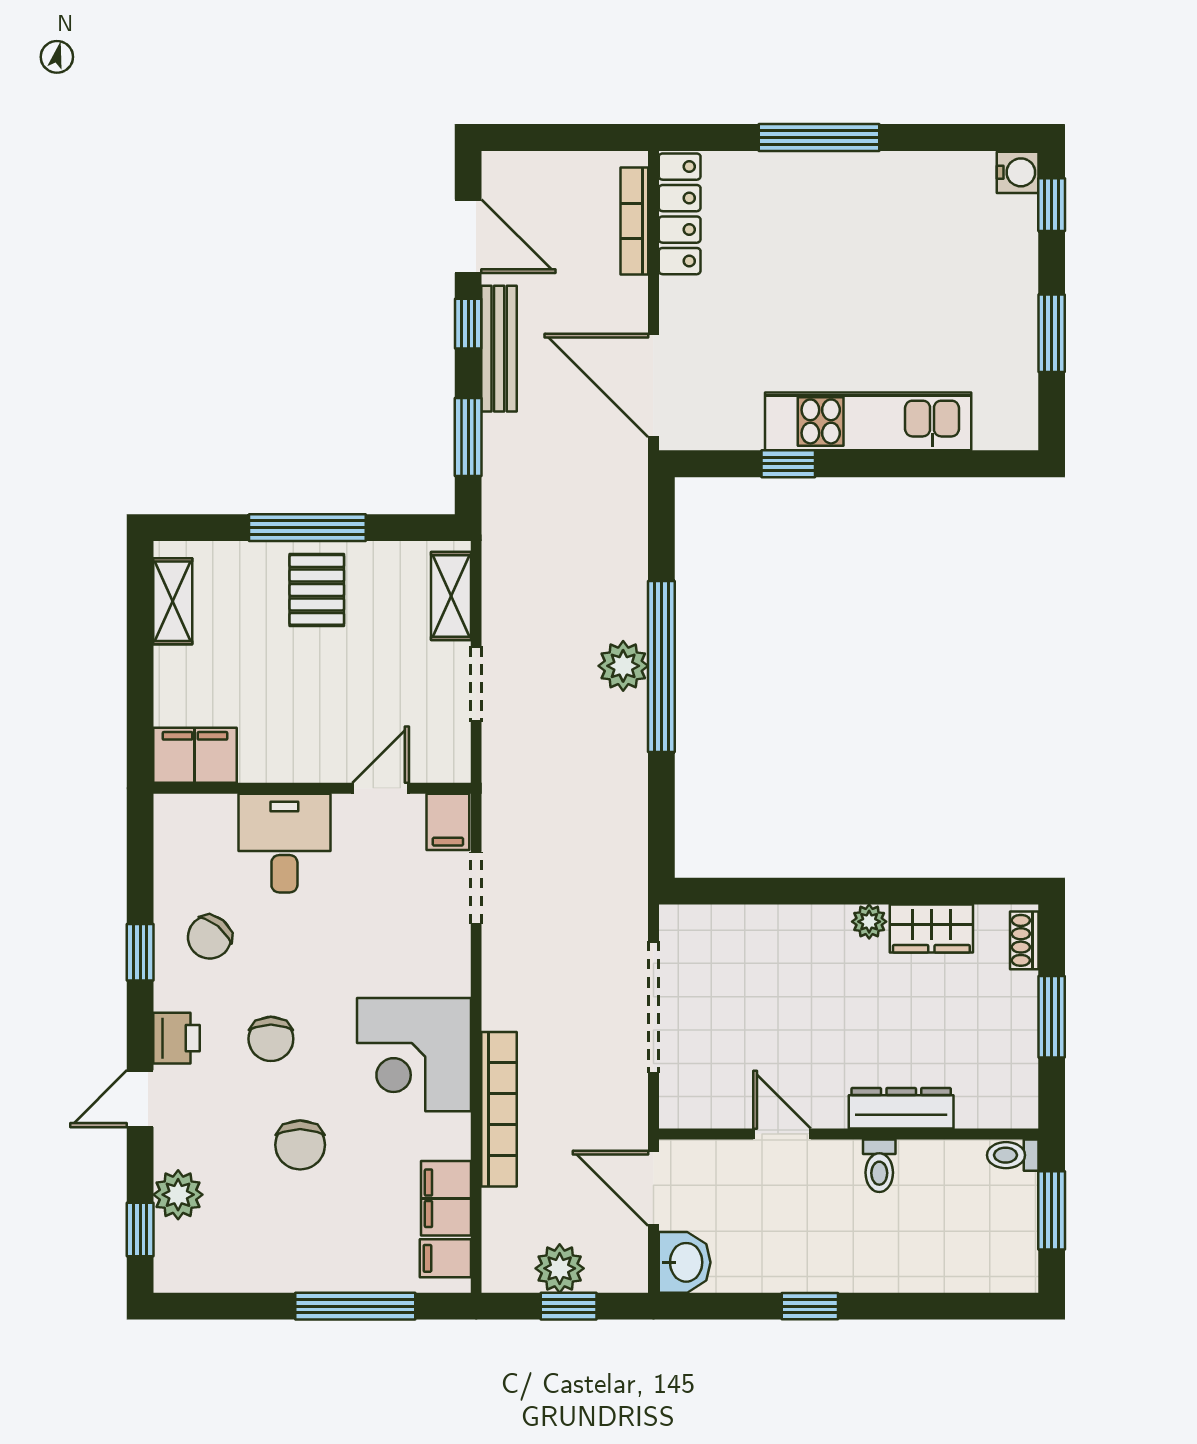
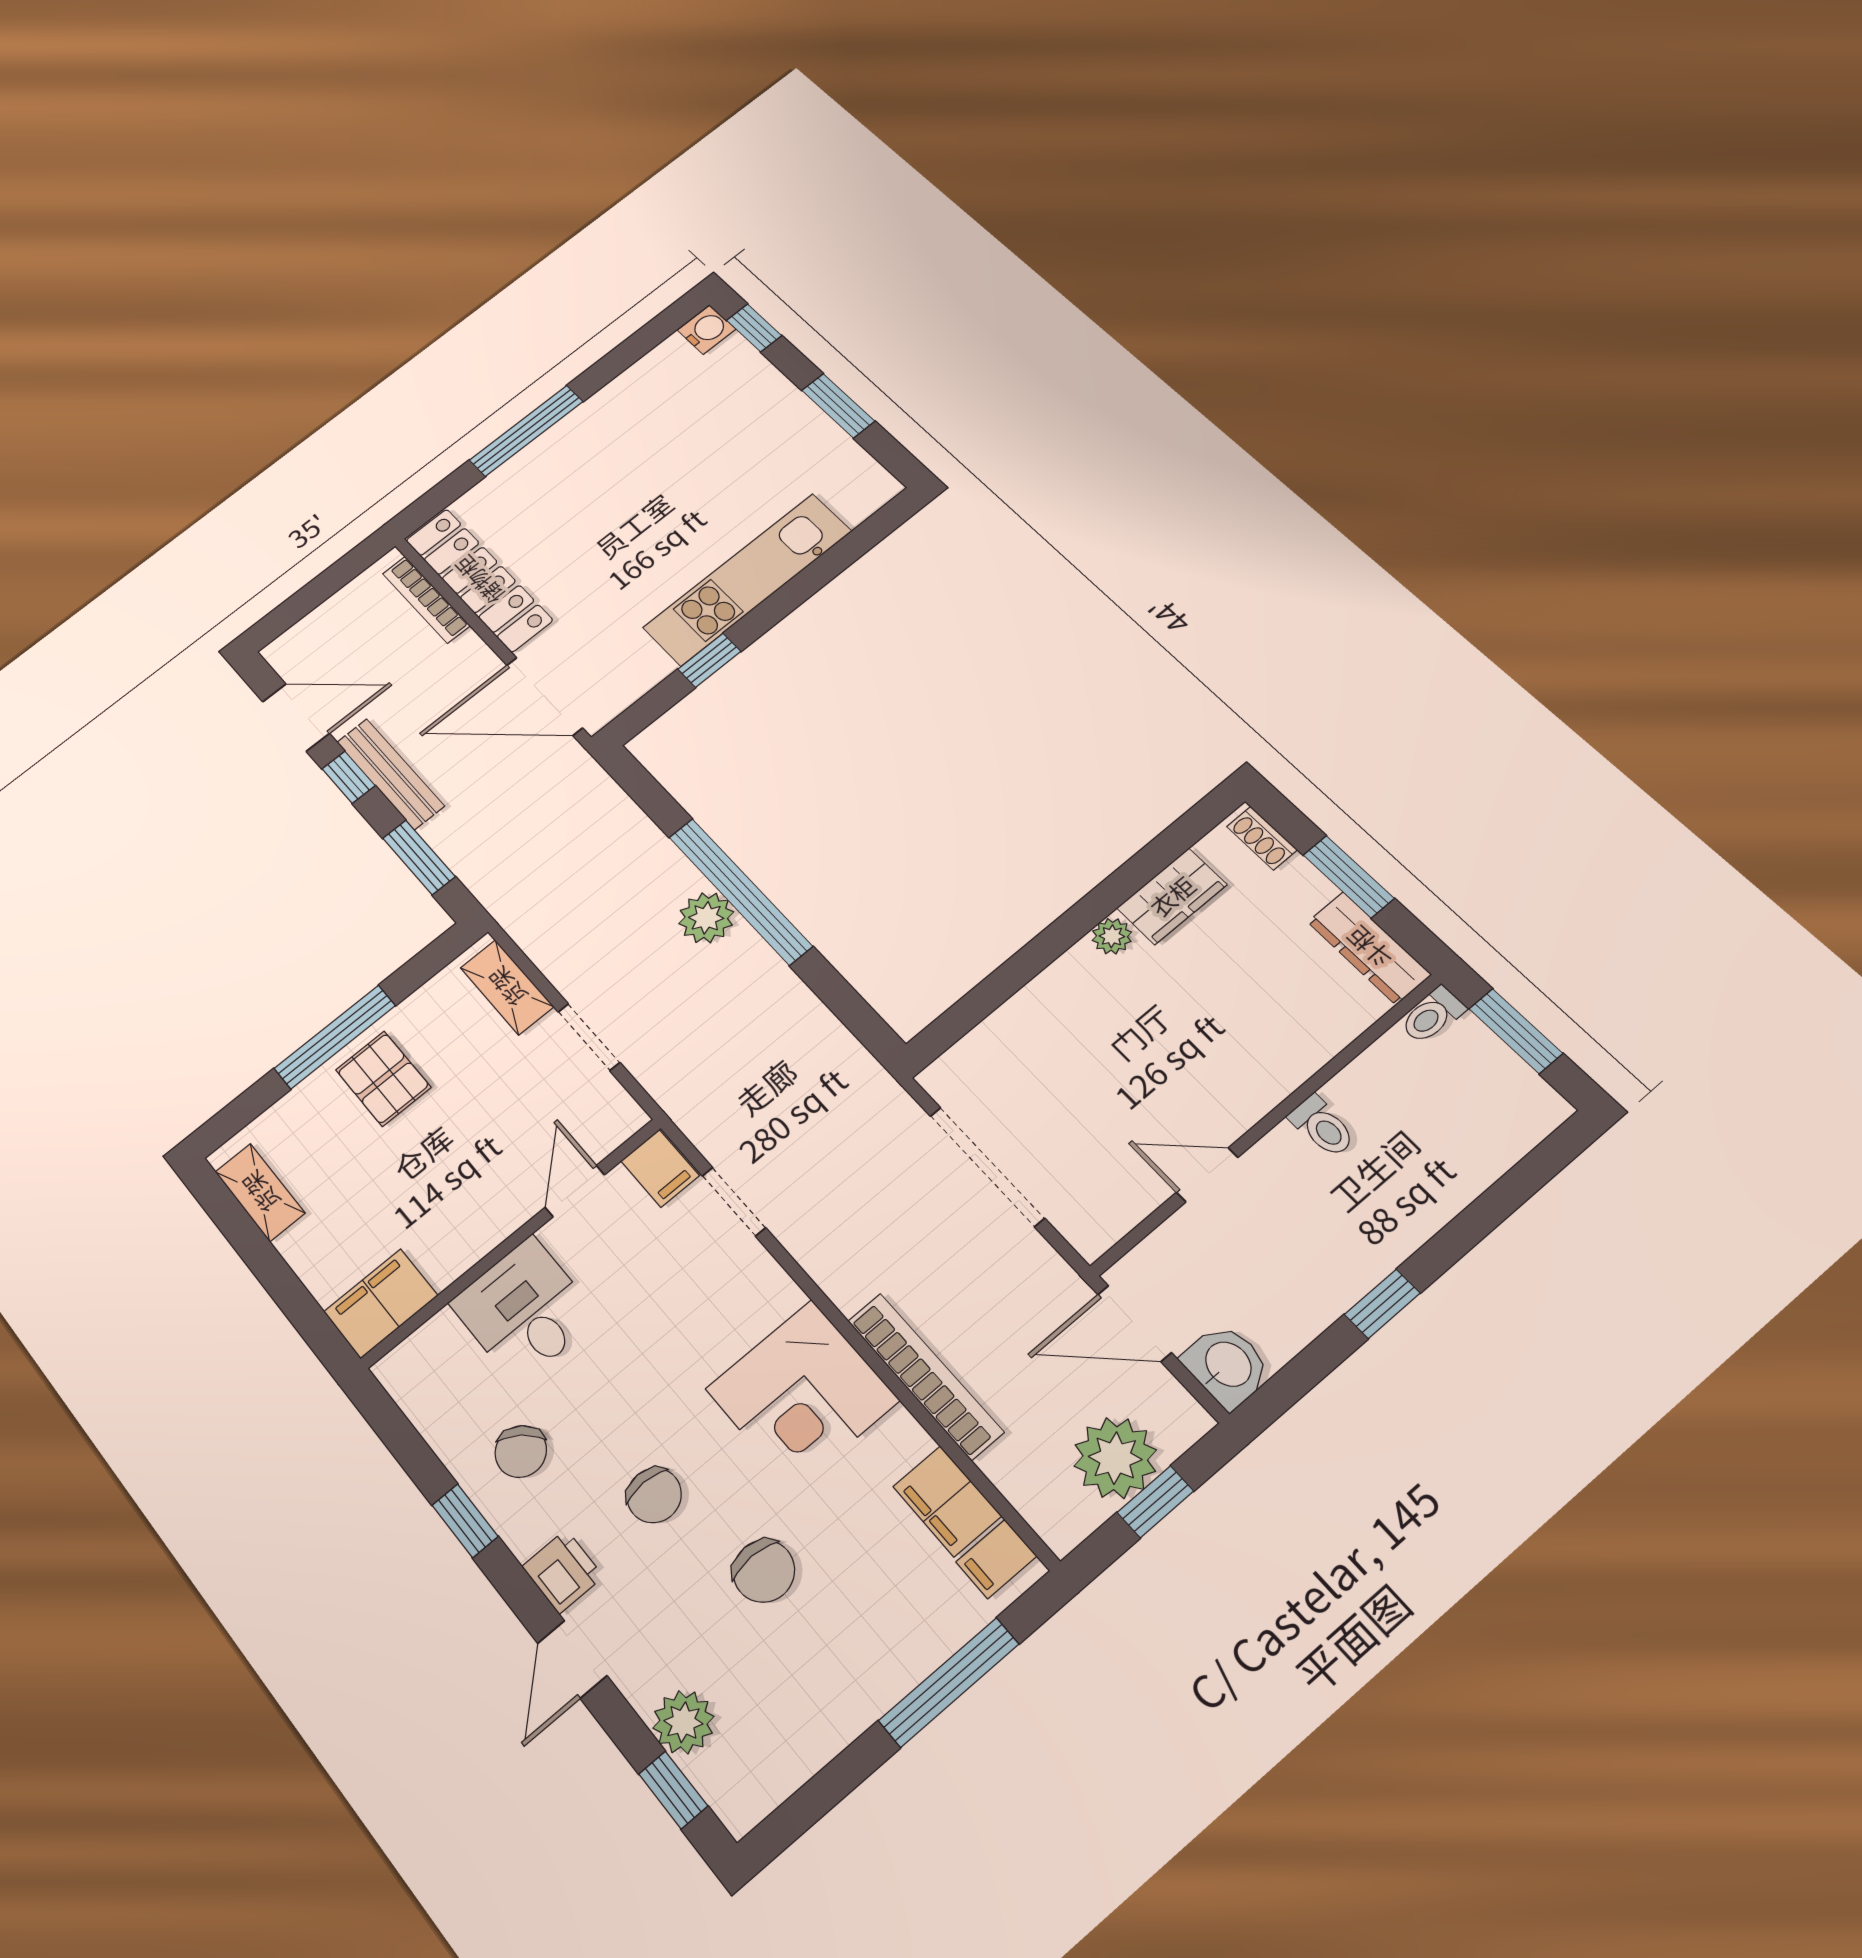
locker: (680, 214) -> (479, 580), width x1.41, depth x1.21
dresser: (901, 1108) -> (1369, 948), moved, turned -90
plant: (560, 1268) -> (1115, 1458), width x1.36, depth x1.36

